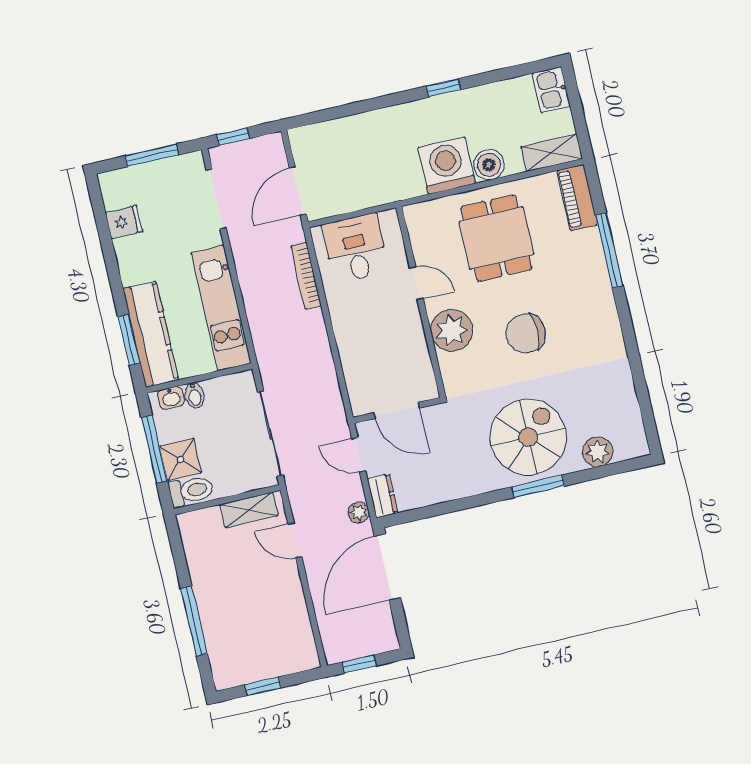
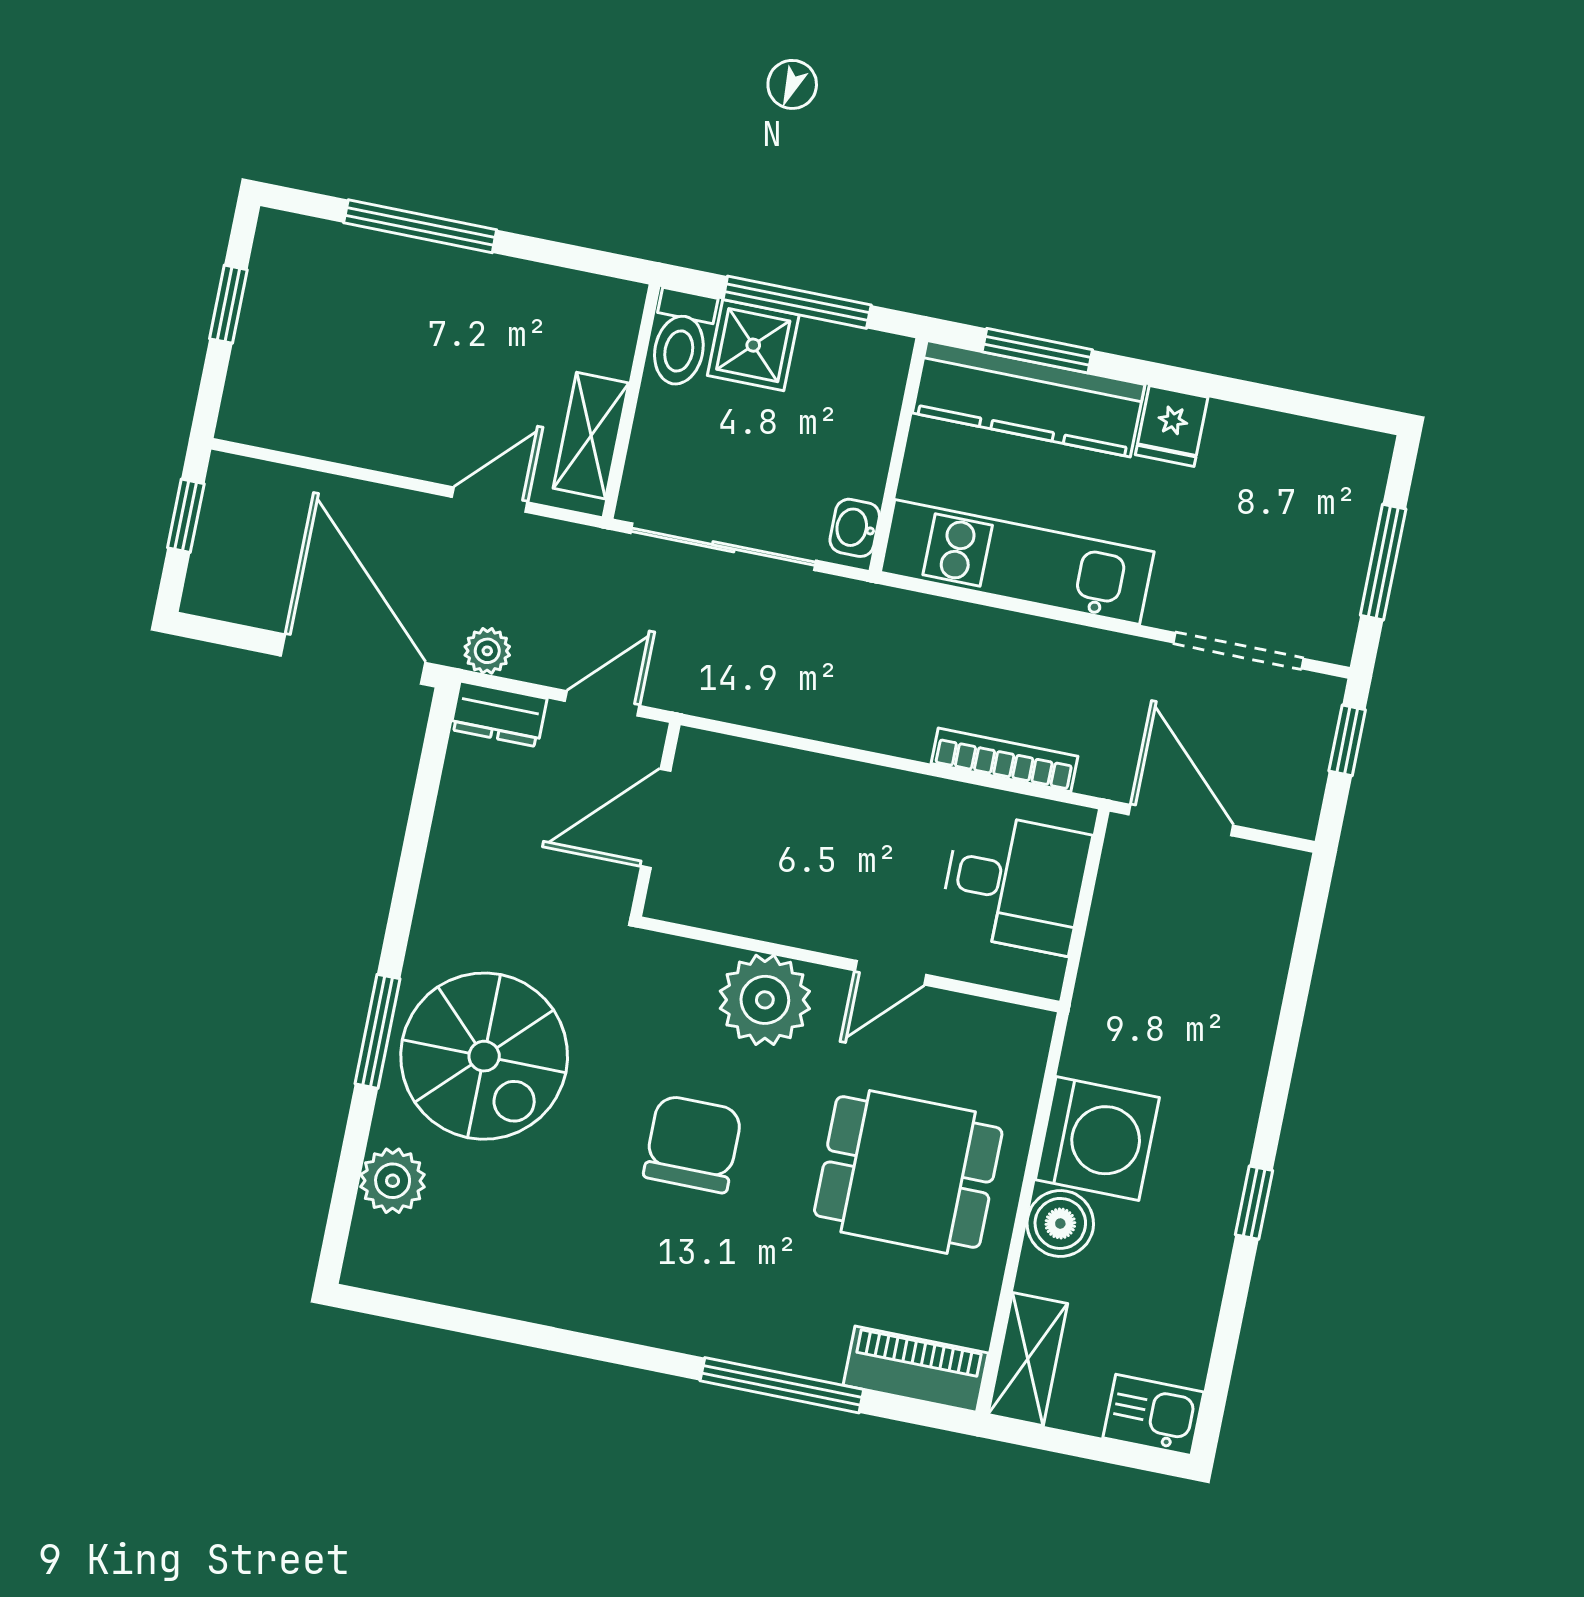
fridge: (124, 222) -> (1172, 426), moved
bidet: (195, 395) -> (868, 431), removed
washbasin: (171, 398) -> (855, 528), moved

